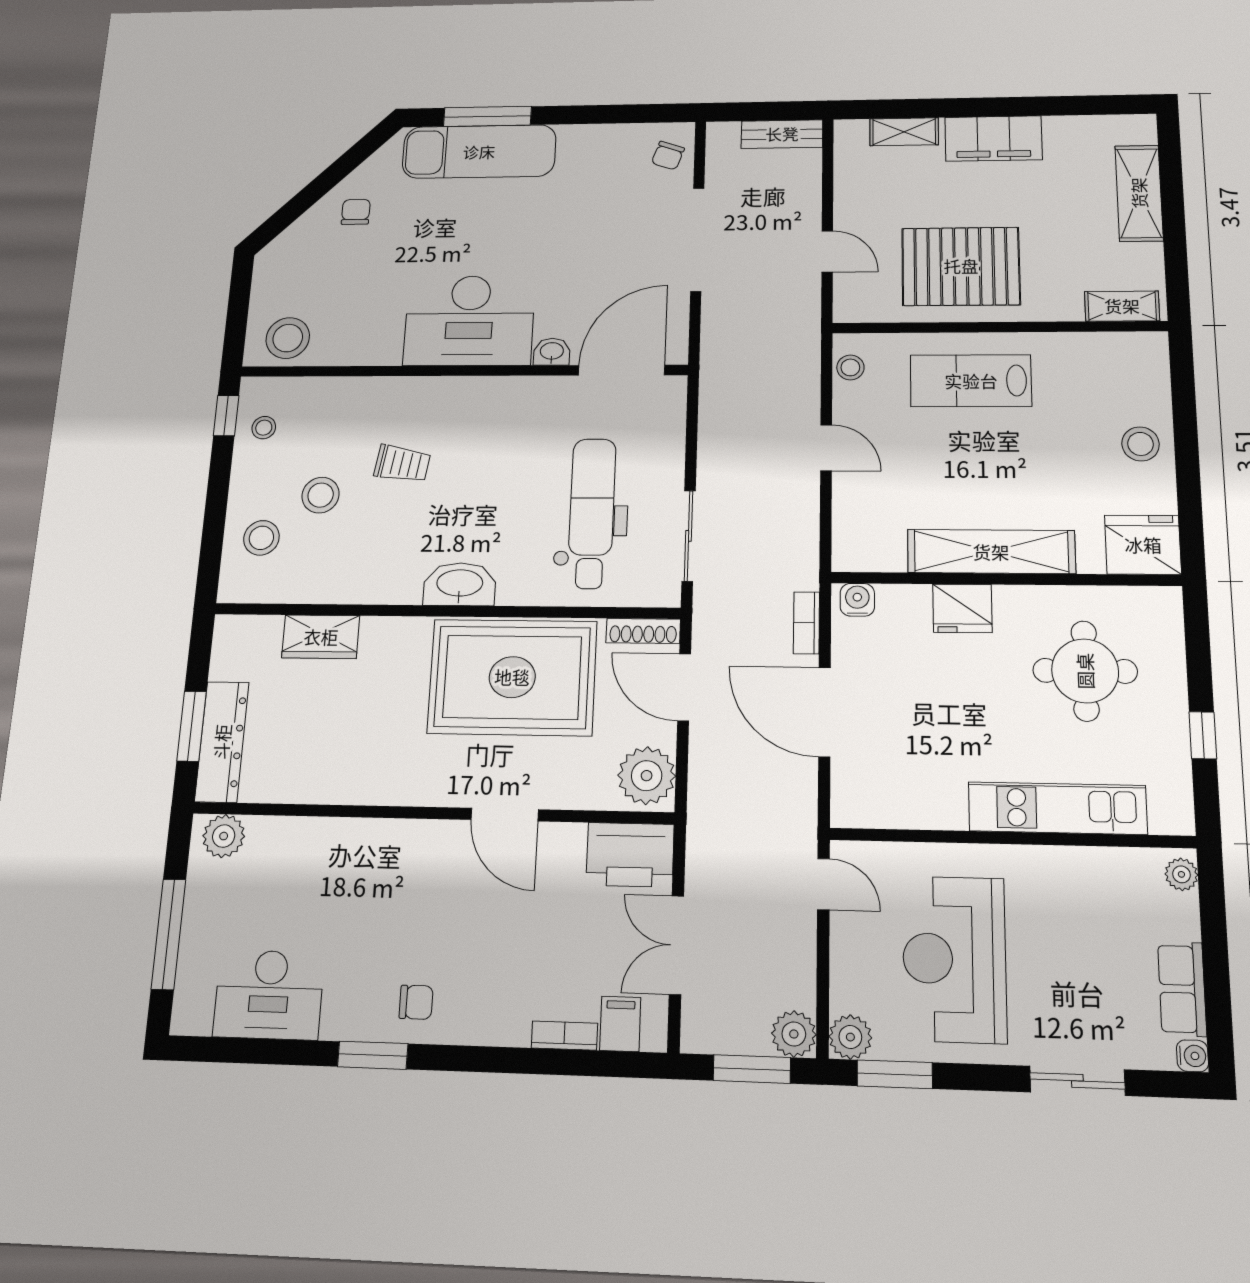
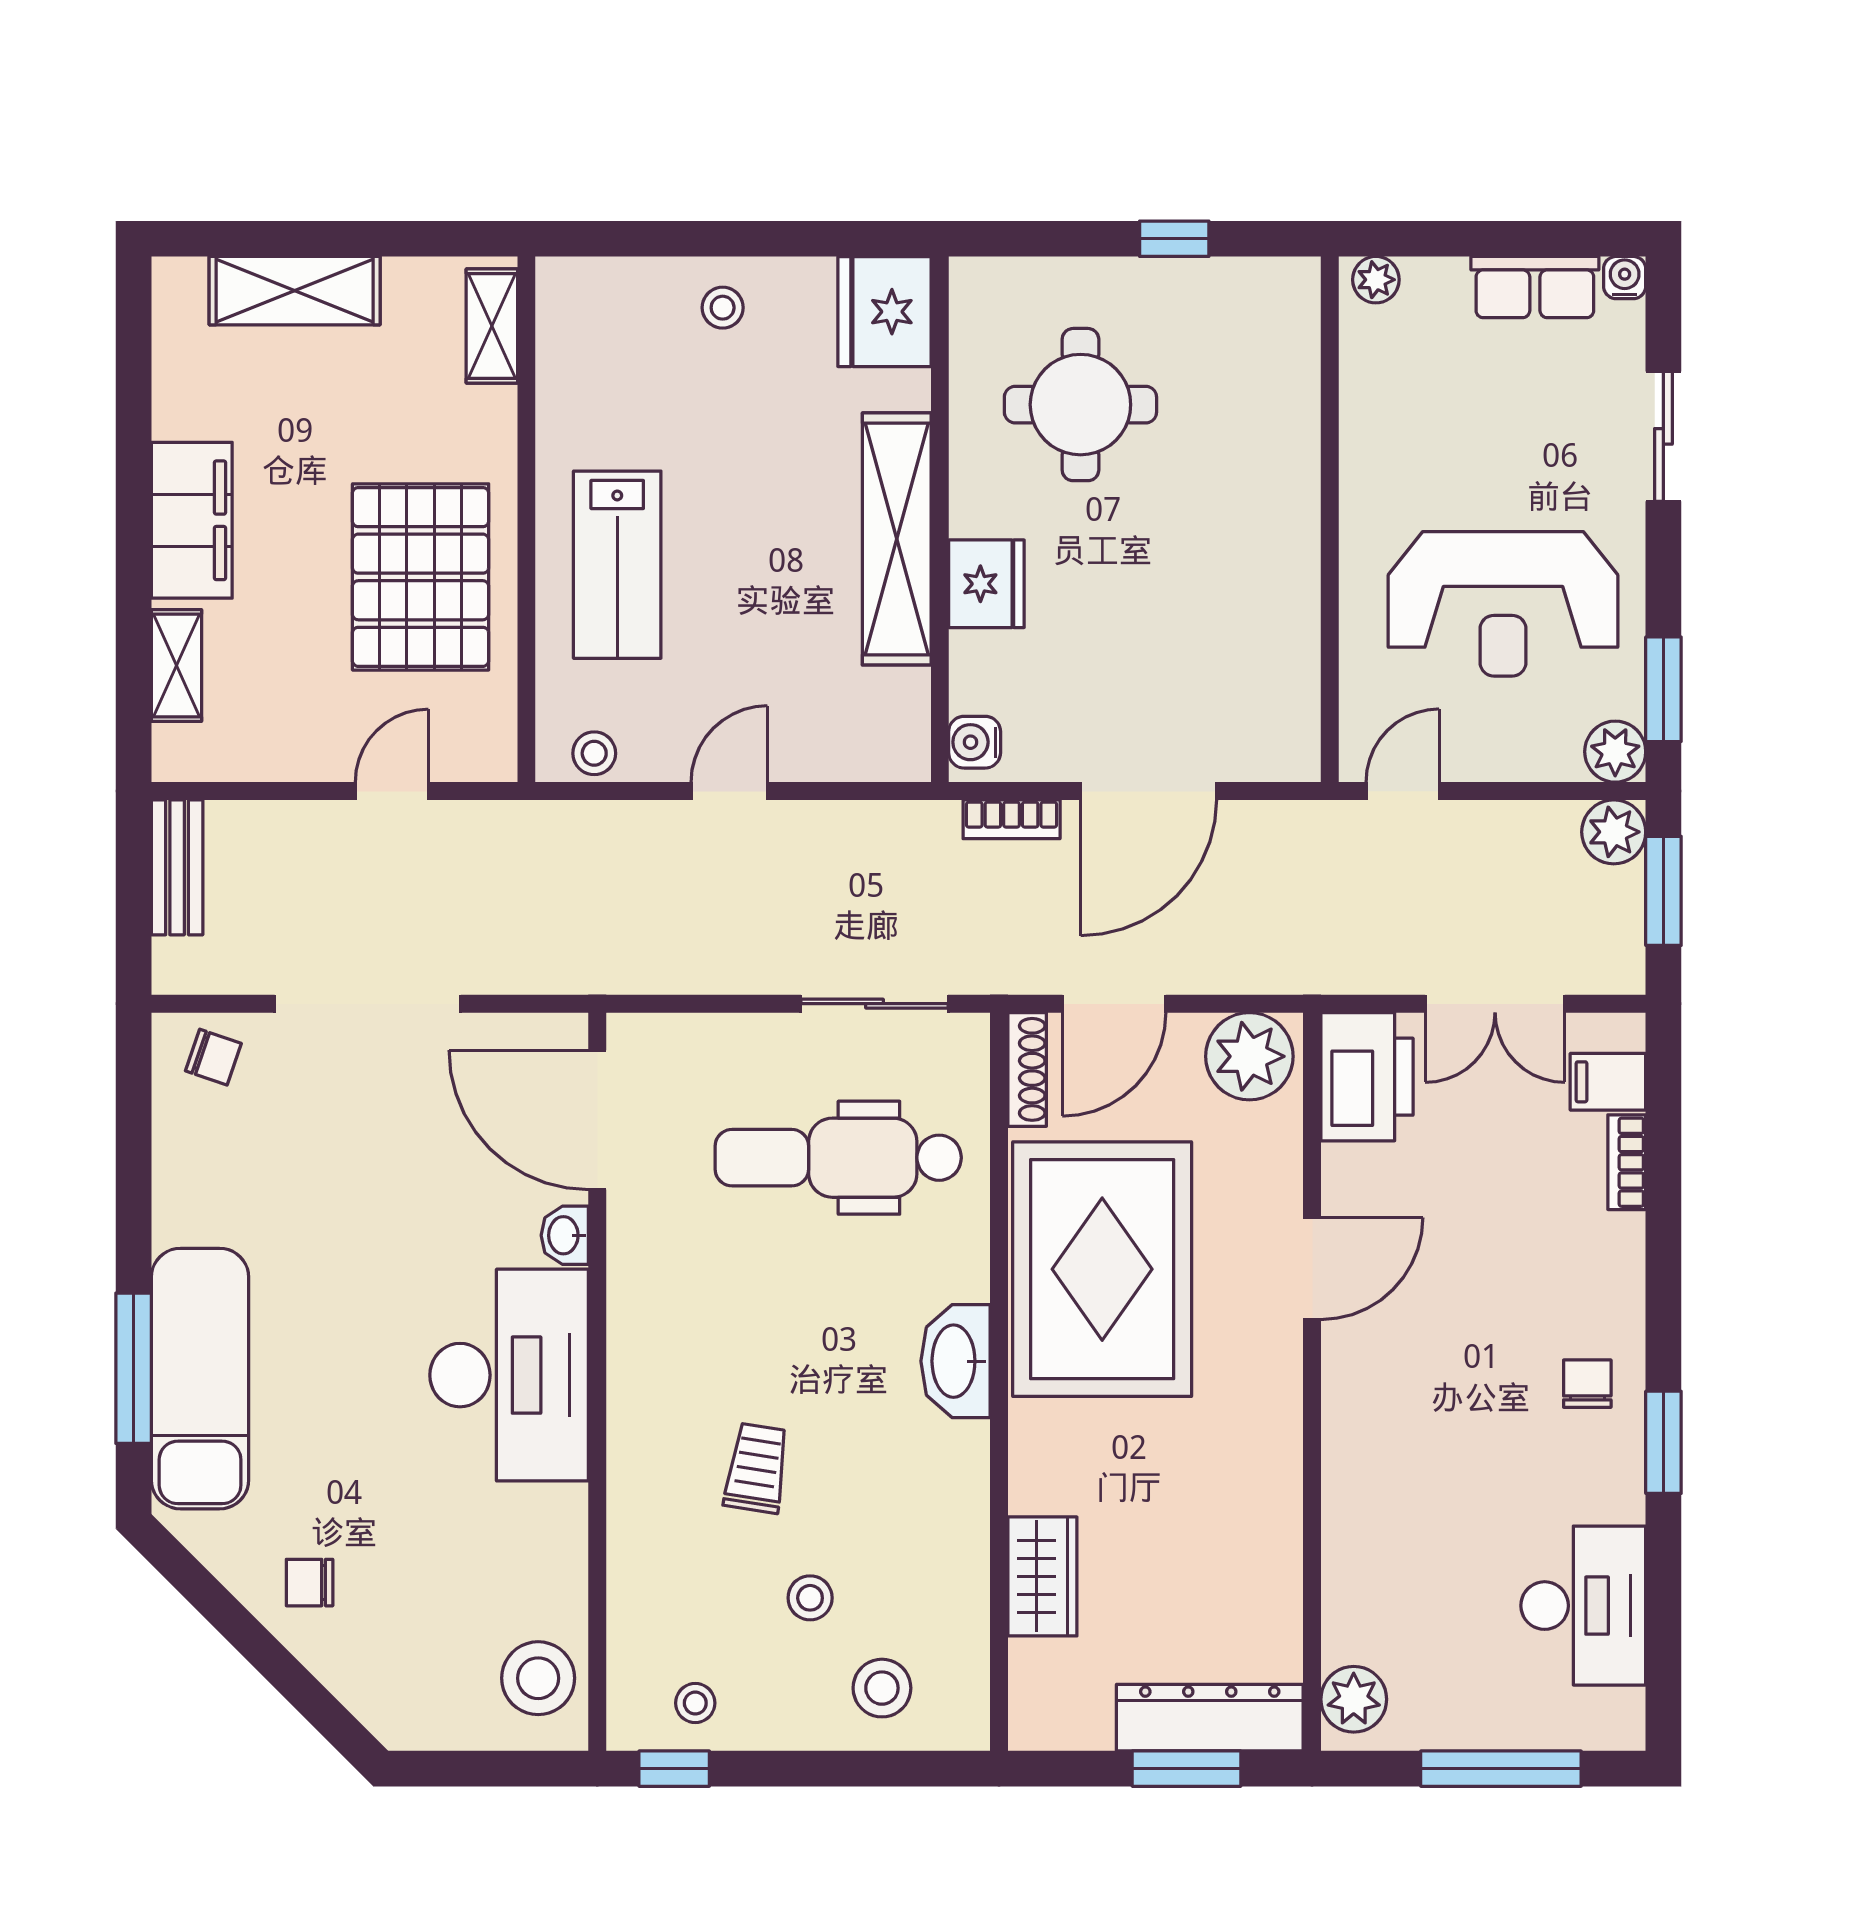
stool: (1141, 444) -> (723, 308), width x0.73, depth x0.73
stool: (321, 495) -> (810, 1598), width x0.73, depth x0.73
kitchen unit: (1057, 808) -> (1285, 452), removed

